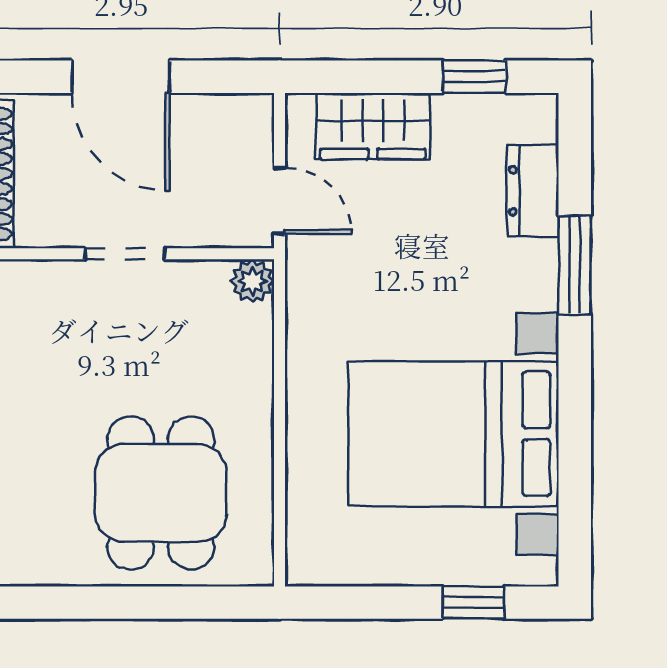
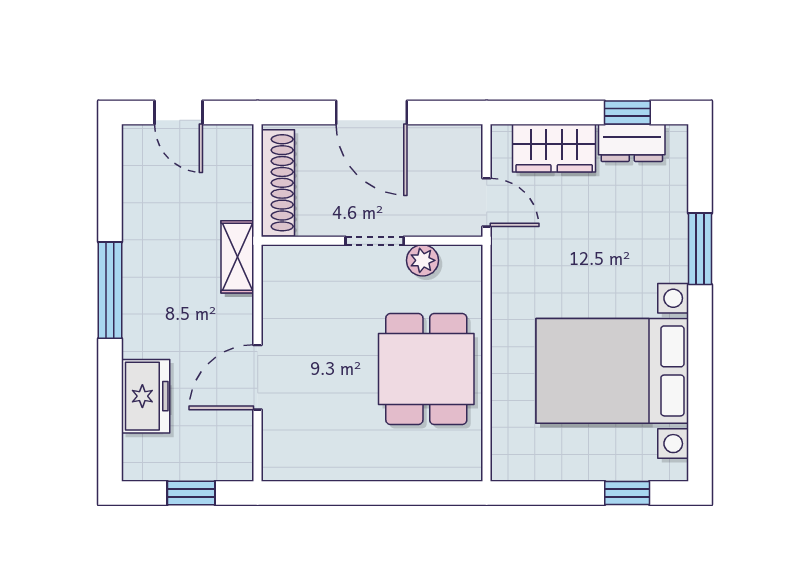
dresser: (533, 191) -> (632, 143), moved, turned -90
plant: (252, 281) -> (423, 260), moved
dining table: (161, 493) -> (426, 369), moved

